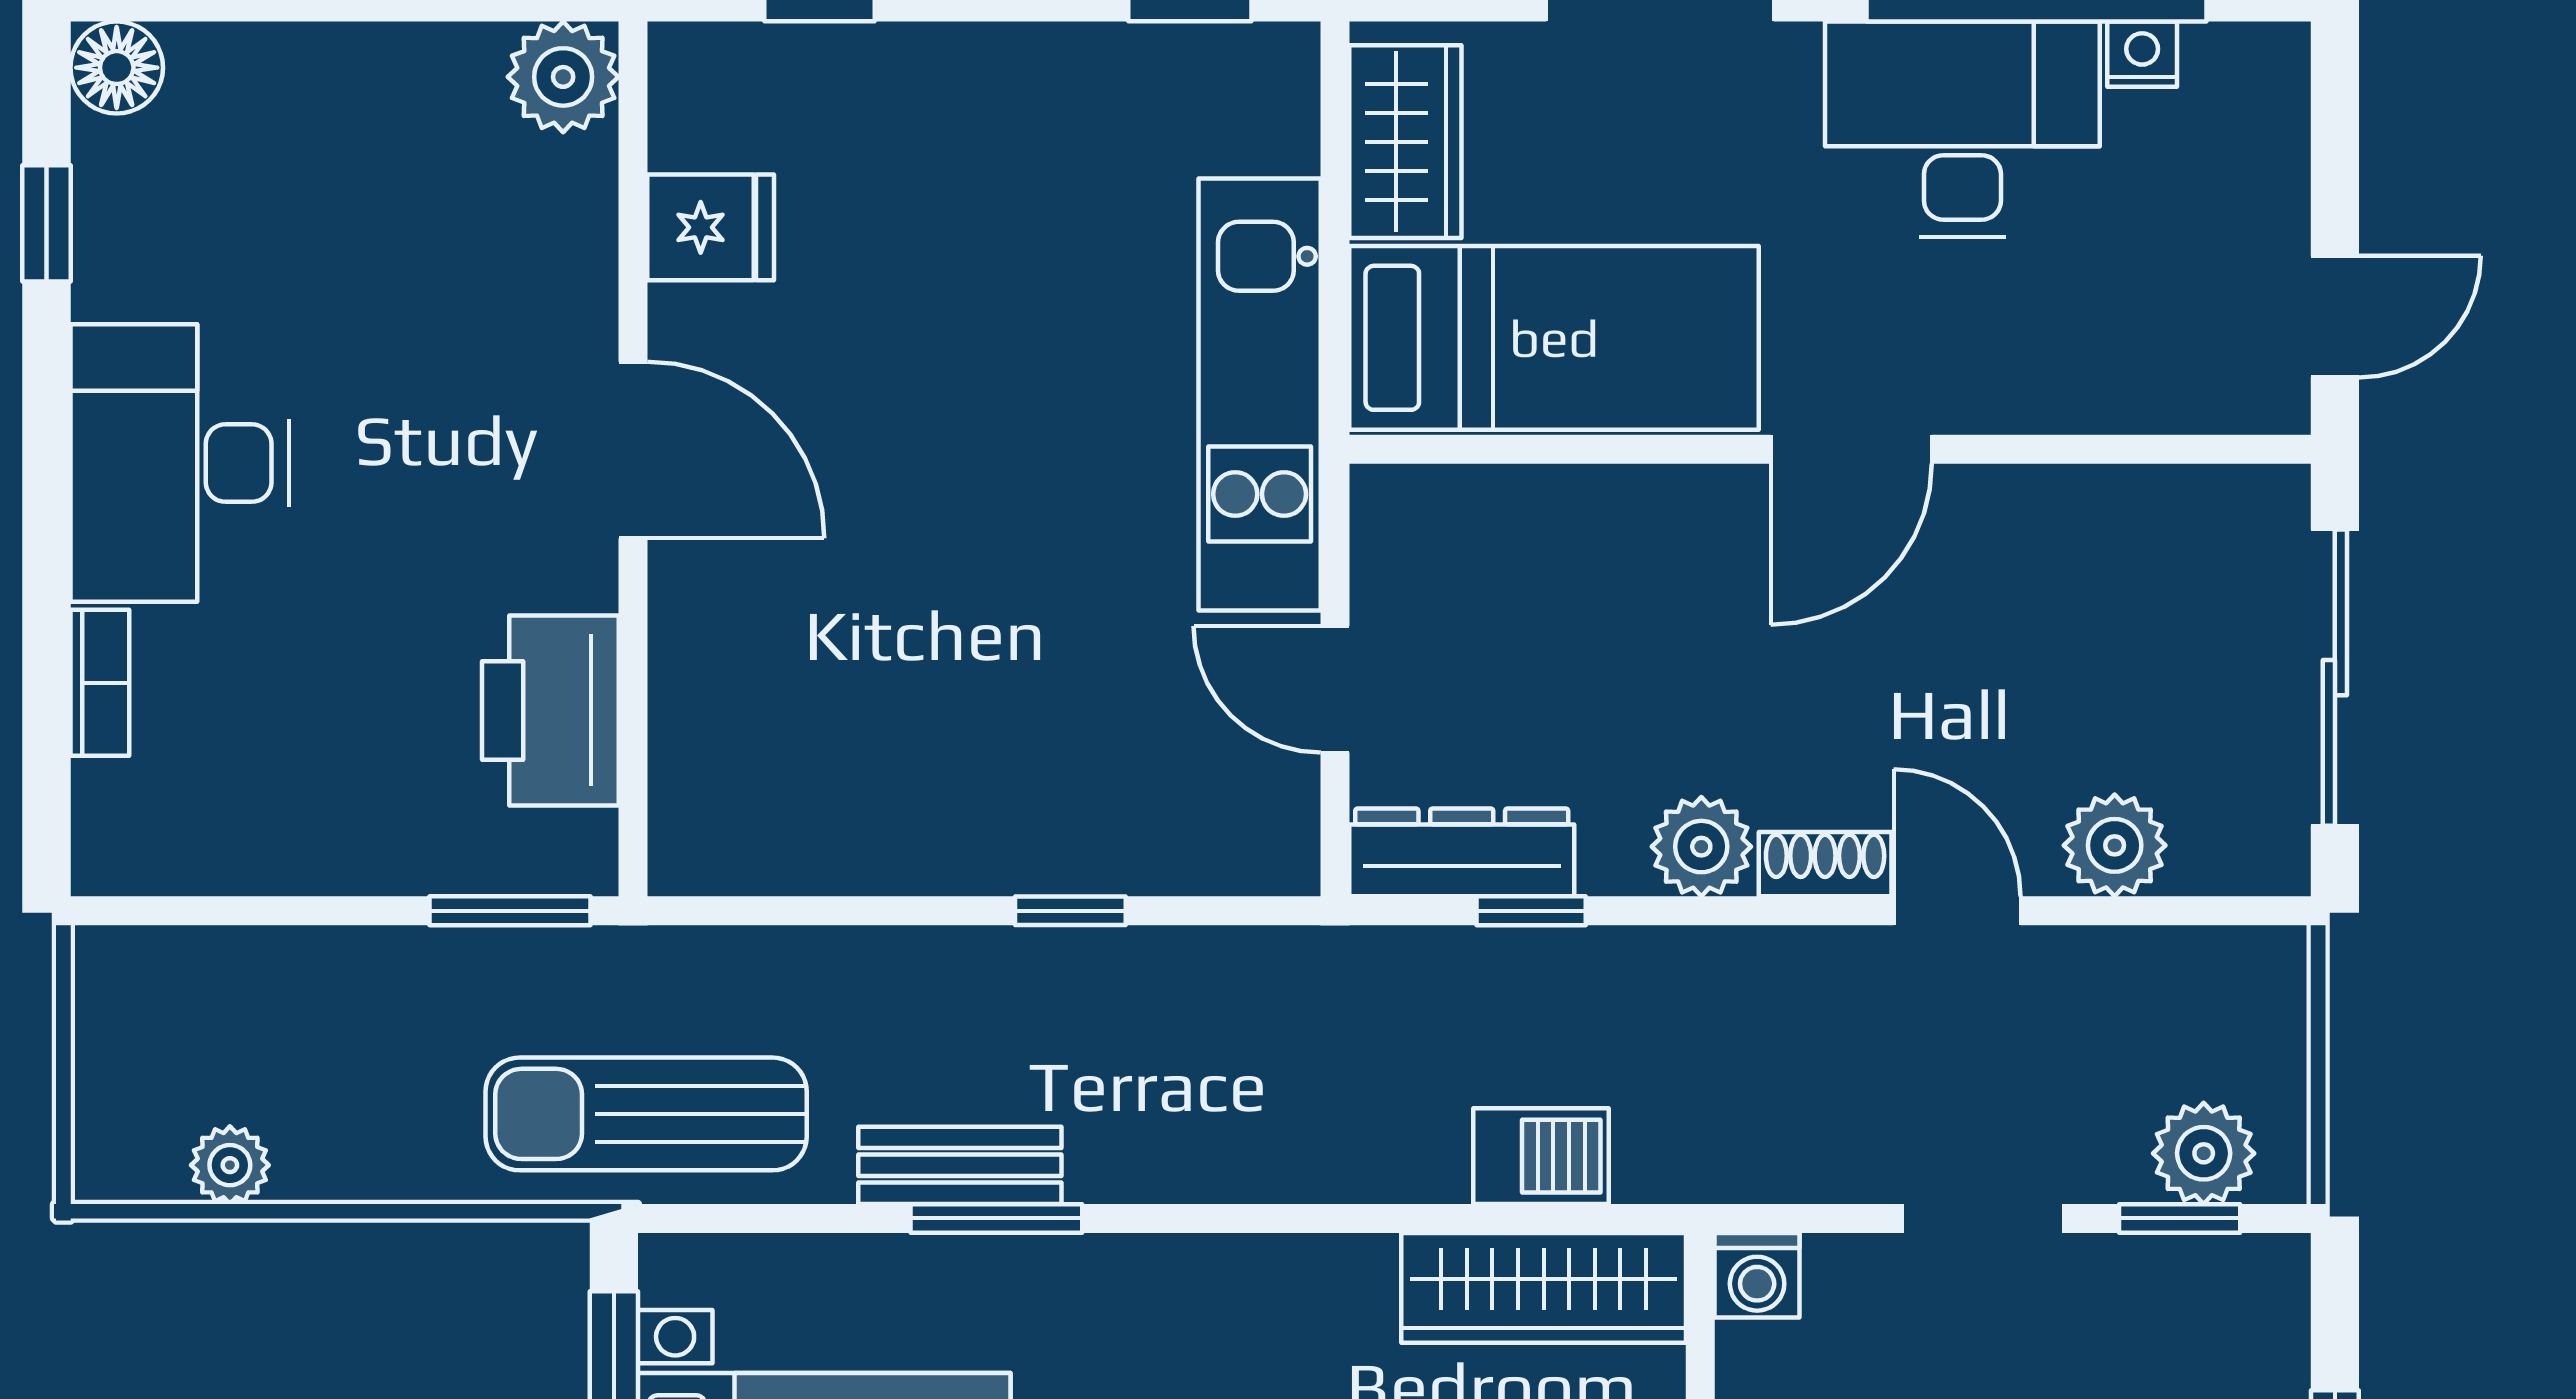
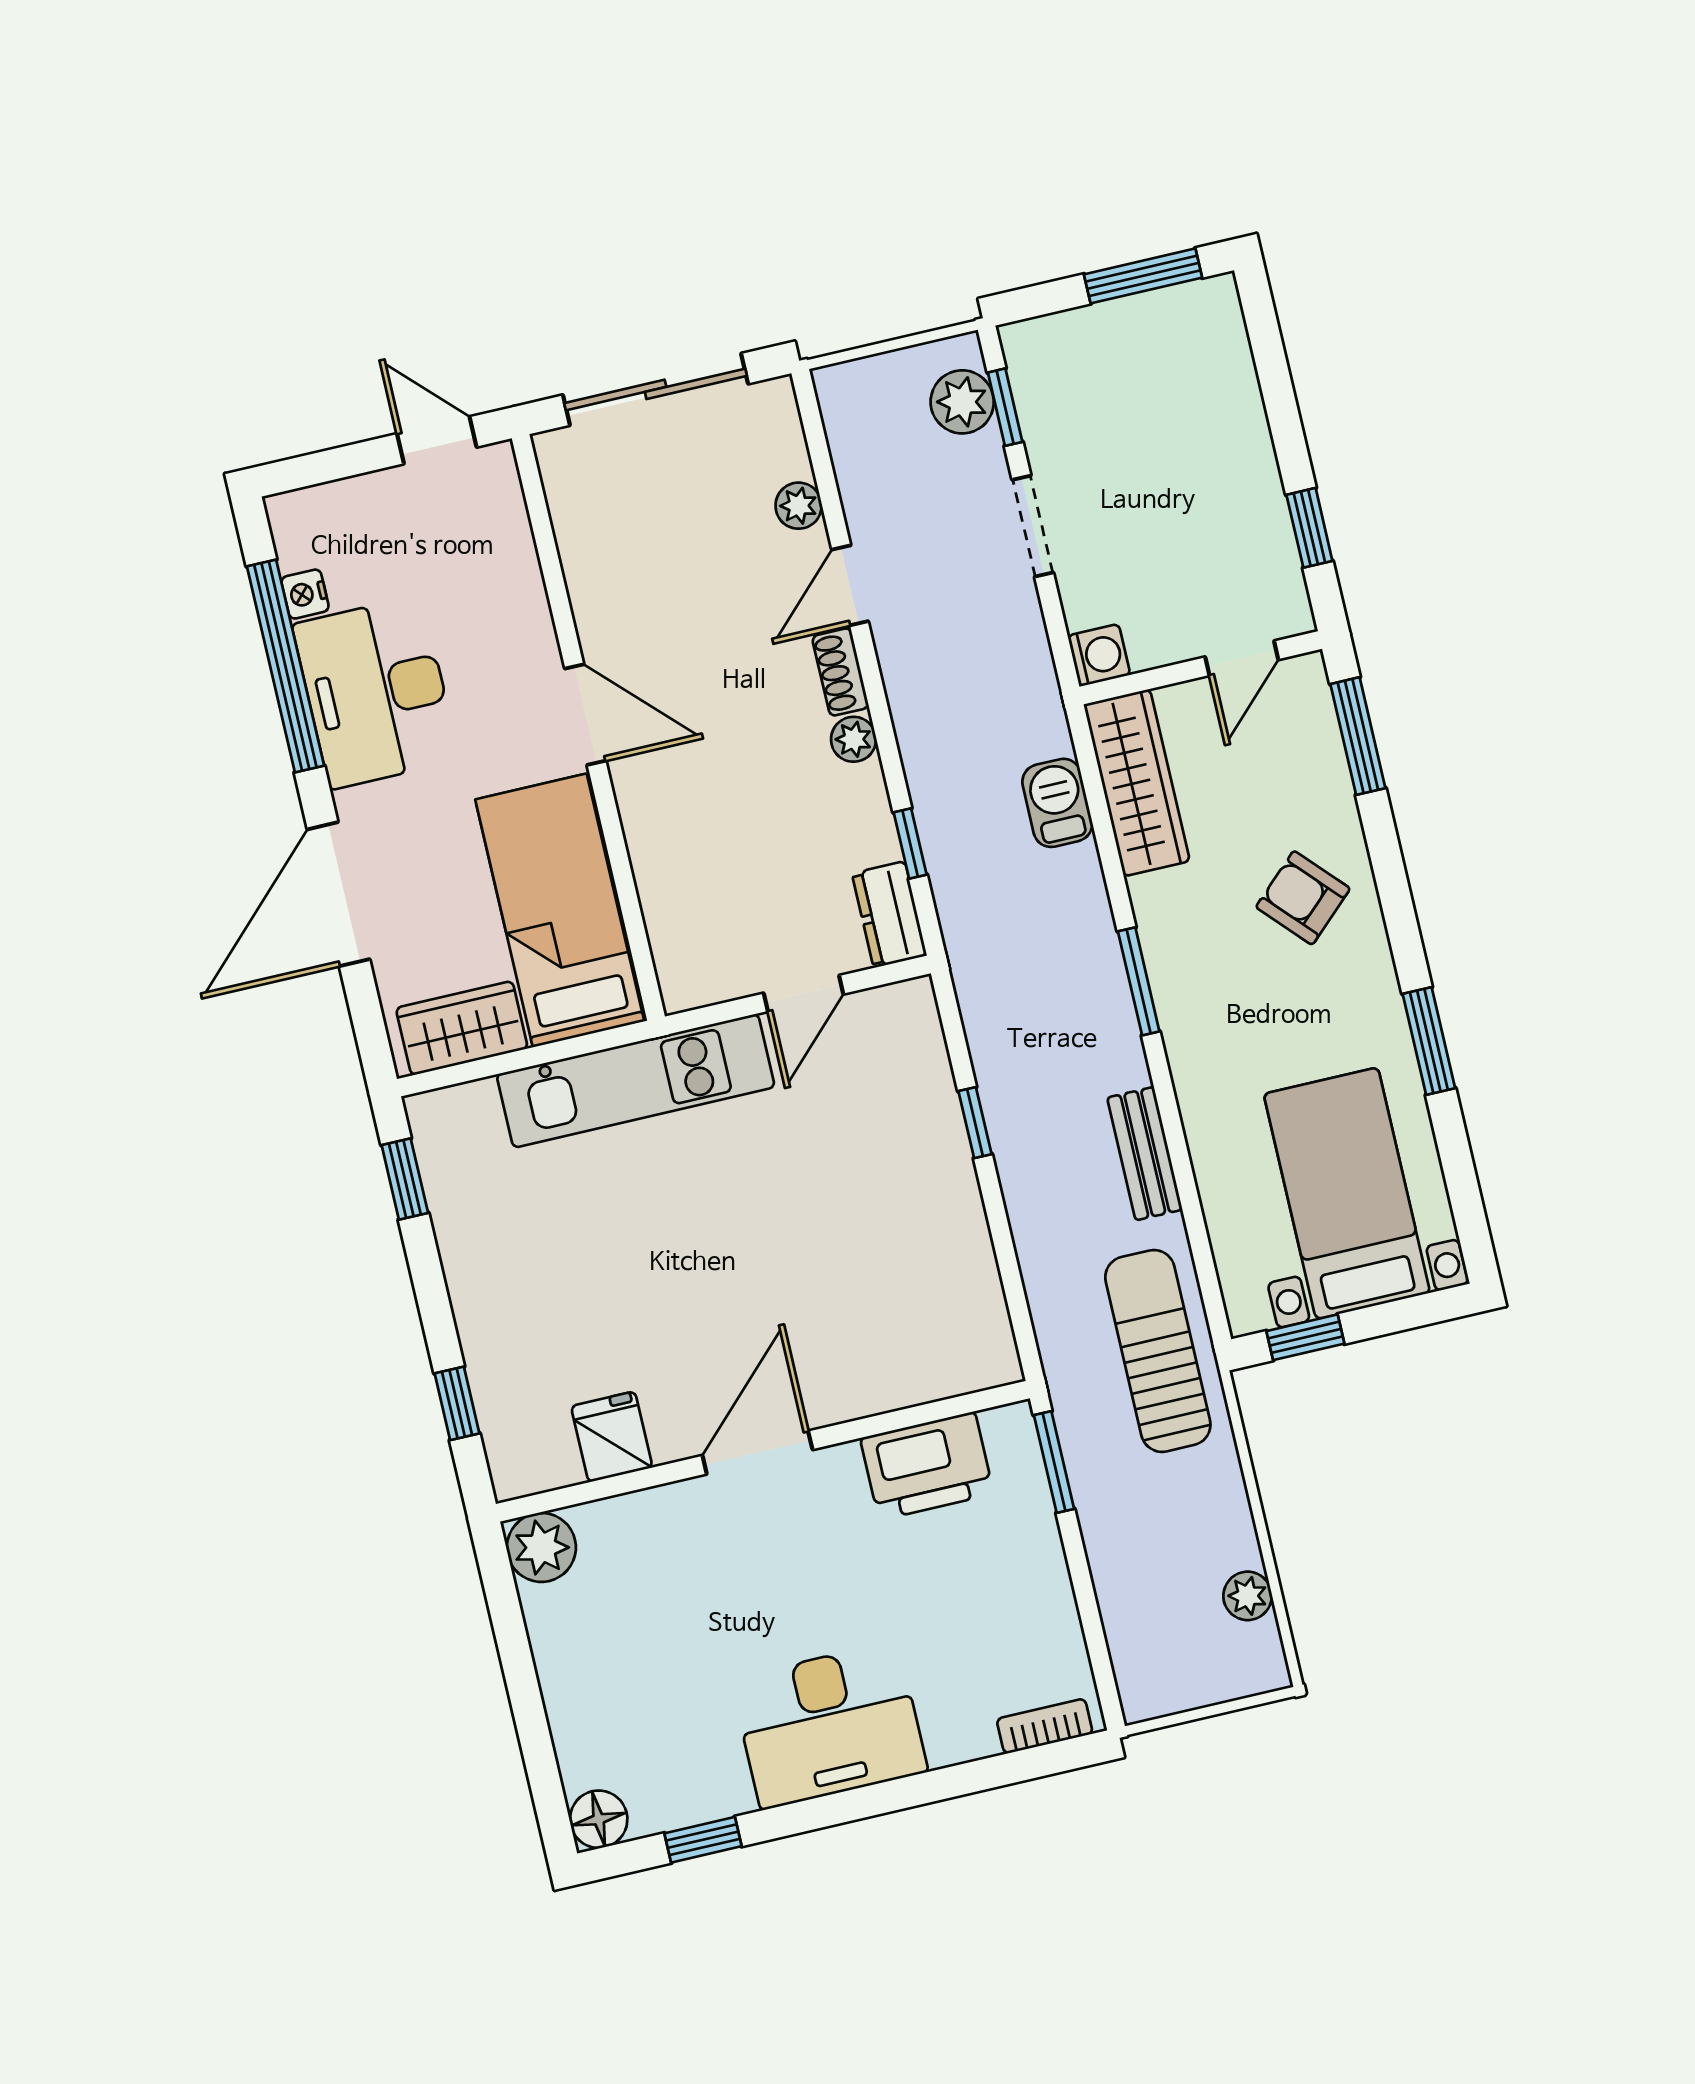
bookcase: (100, 683) -> (1045, 1726), moved
plant: (2115, 845) -> (799, 506), width x0.73, depth x0.73
plant: (1701, 847) -> (854, 739), width x0.73, depth x0.73
dresser: (1462, 852) -> (889, 914), width x0.70
sun lounger: (646, 1114) -> (1158, 1351), turned 180
window: (996, 1218) -> (1139, 981), moved

